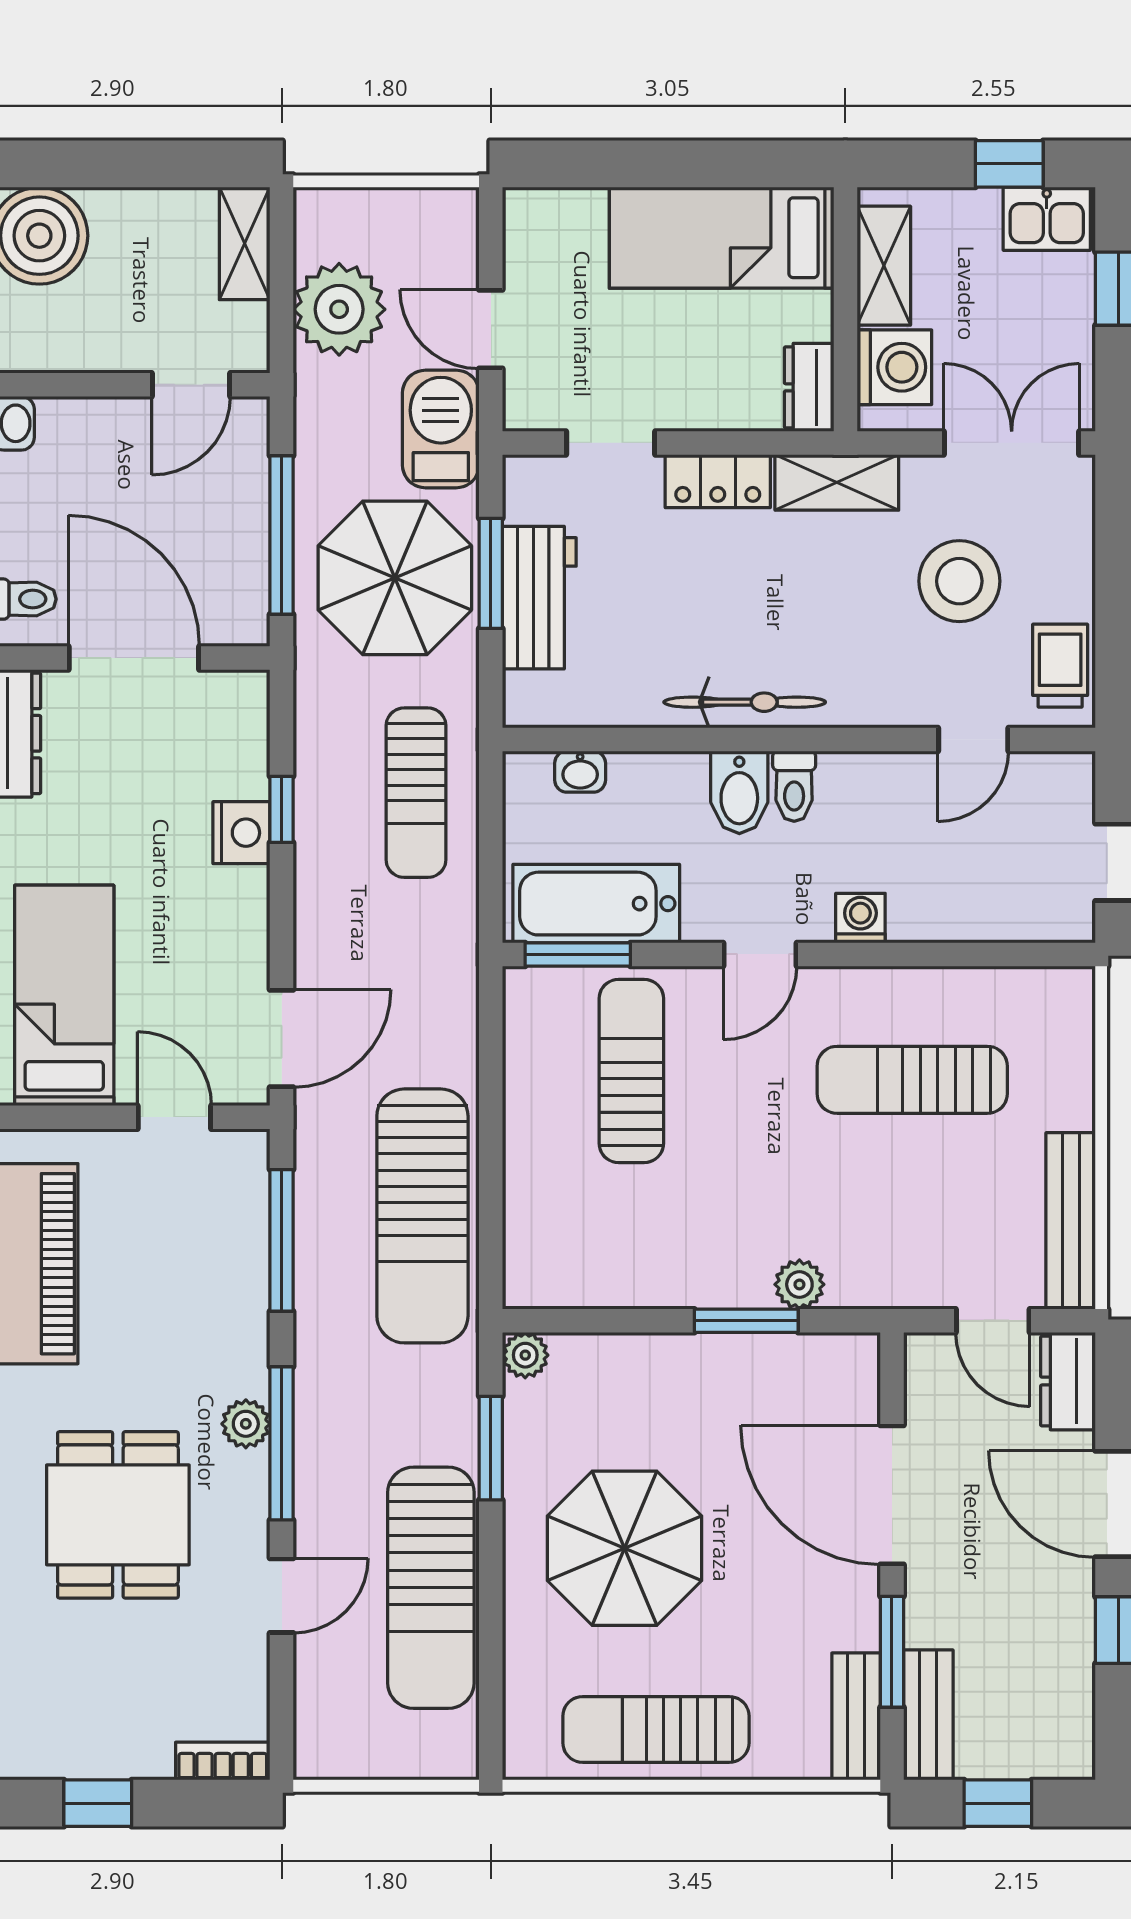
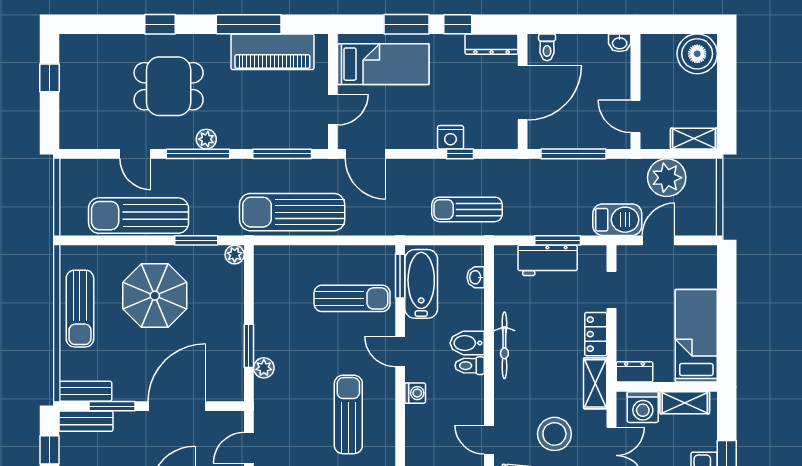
parasol: (395, 578) -> (556, 201), removed
sun lounger: (656, 1729) -> (80, 309), turned 180
bookcase: (223, 1761) -> (67, 130), removed

